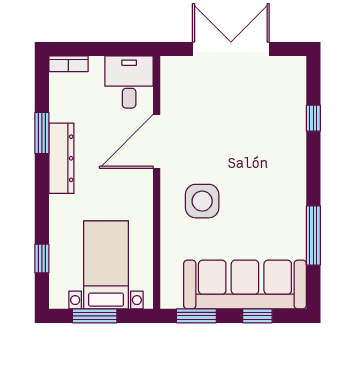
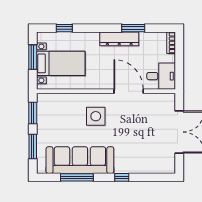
window: (313, 118) -> (122, 177), moved
sofa: (245, 284) -> (80, 160), moved, turned -90
window: (257, 316) -> (33, 147), width x1.50

